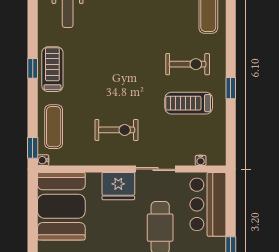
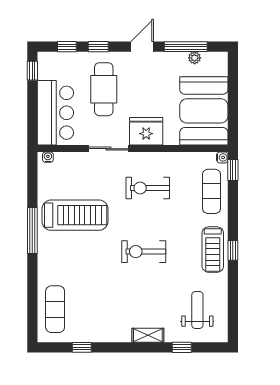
exercise bike: (188, 64) -> (144, 252), moved
window: (231, 88) -> (32, 230), width x2.17
treadmill: (189, 103) -> (75, 215), width x1.37, depth x1.38
water cooler: (201, 160) -> (48, 157), moved

